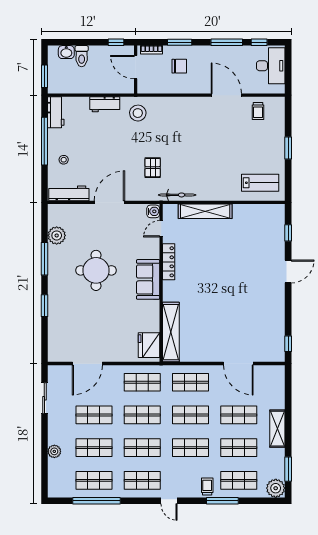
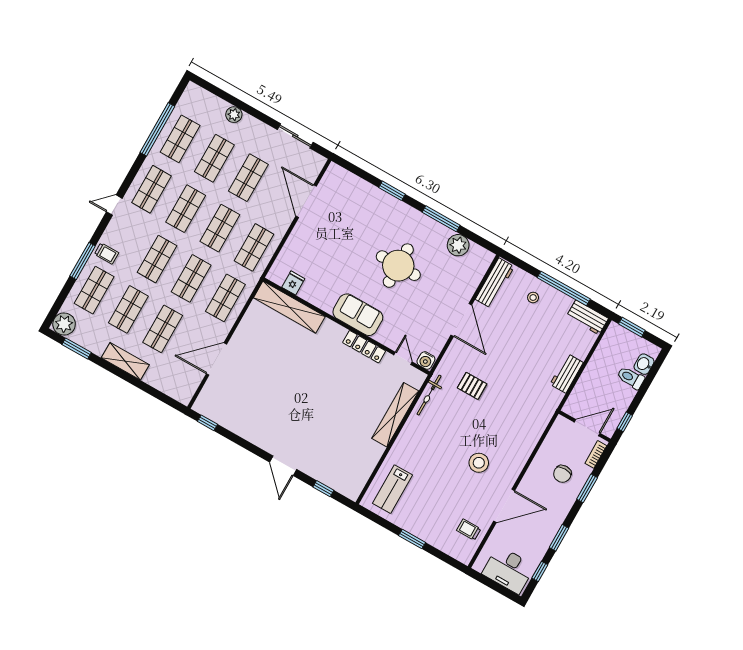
window: (227, 42) -> (559, 538), width x0.69
stool: (138, 113) -> (479, 463), moved
fridge: (149, 345) -> (293, 283), width x0.53, depth x0.75

